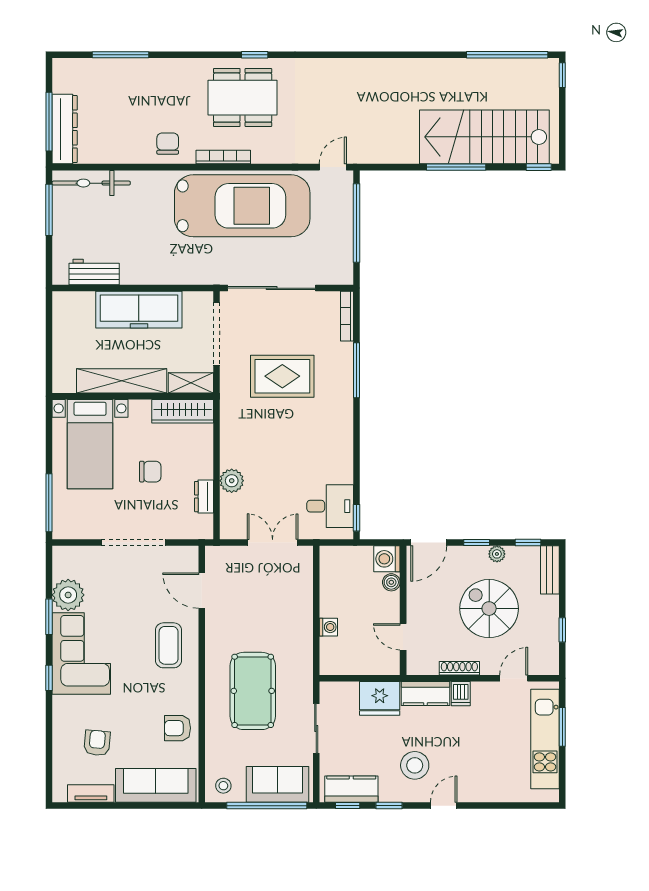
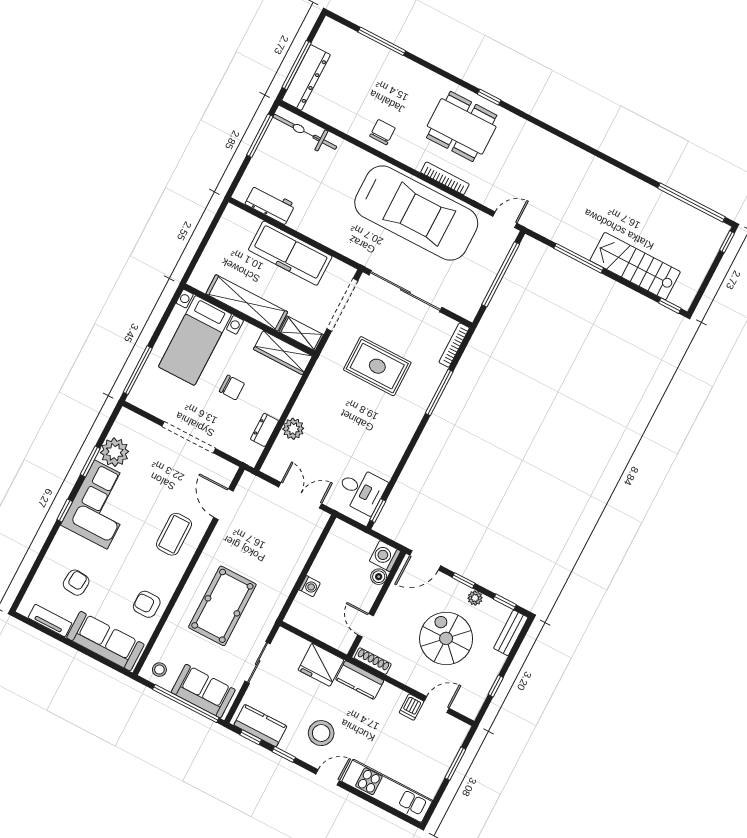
stairs: (484, 137) -> (635, 266), width x0.73, depth x0.66
bookcase: (223, 157) -> (445, 178), moved
window: (456, 167) -> (579, 258), moved
shoe rack: (459, 668) -> (373, 661), moved
dishwasher: (461, 694) -> (411, 707), moved
kitchen unit: (545, 739) -> (387, 791), moved, turned 90

